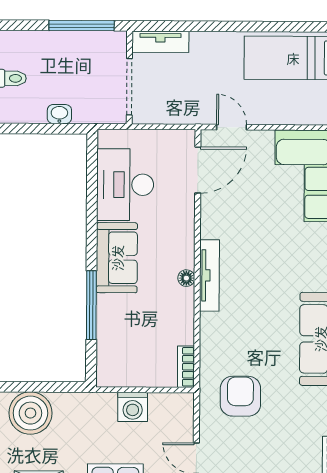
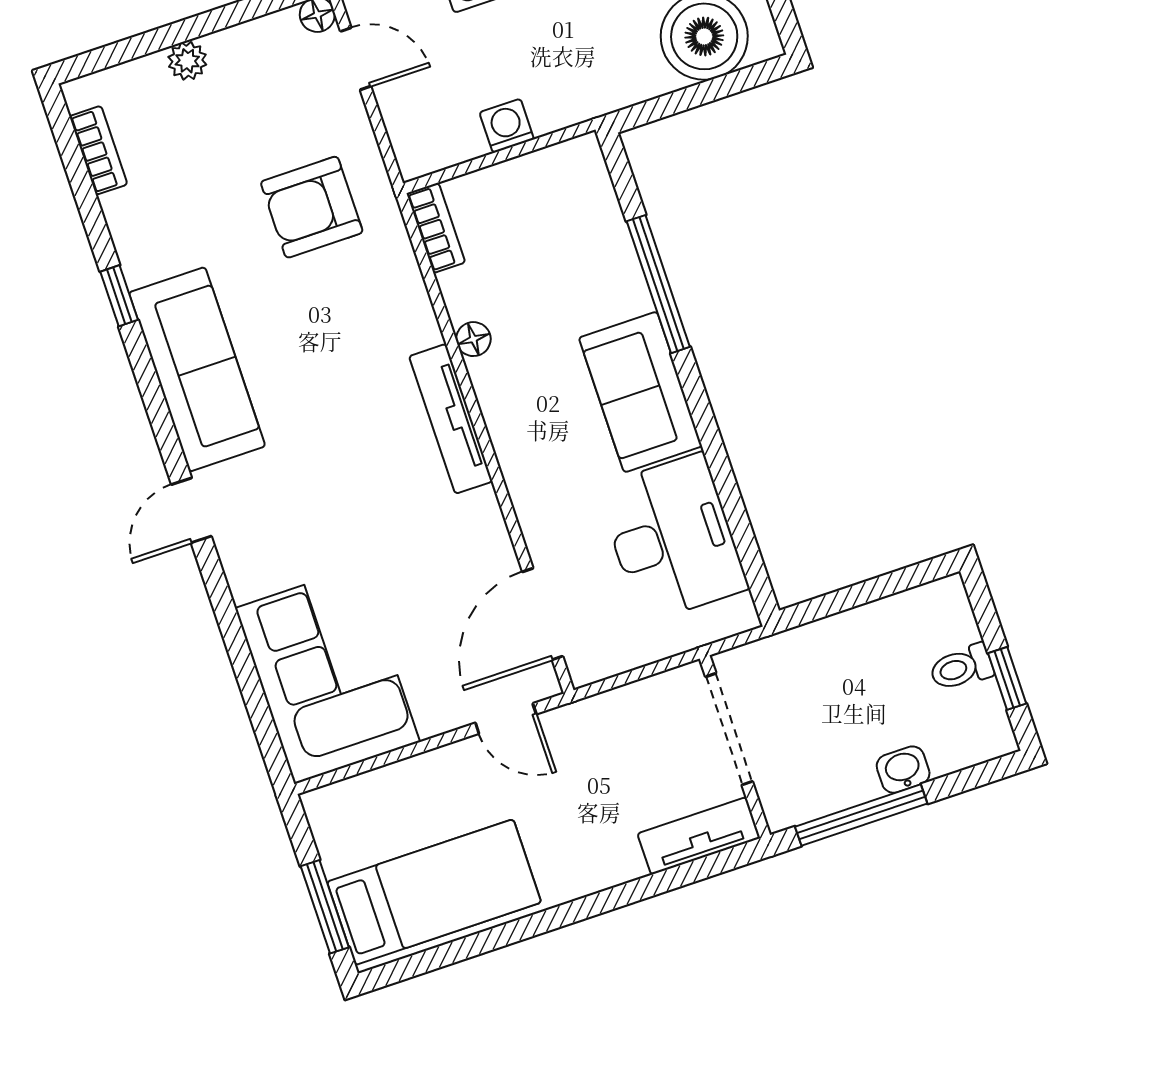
washbasin: (59, 114) -> (903, 770), moved, turned 180
floor lamp: (186, 278) -> (473, 339), moved
armchair: (240, 396) -> (312, 207), turned 90
washing machine: (133, 407) -> (507, 126), width x0.73, depth x0.73

